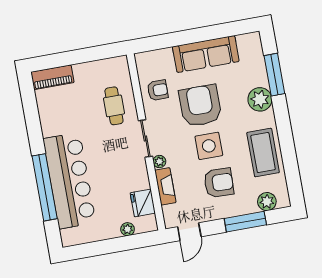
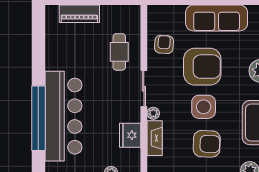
piano: (52, 77) -> (79, 14), moved
armchair: (158, 90) -> (164, 44), turned -86
armchair: (200, 106) -> (202, 67), turned 90
fridge: (143, 203) -> (130, 135), moved

